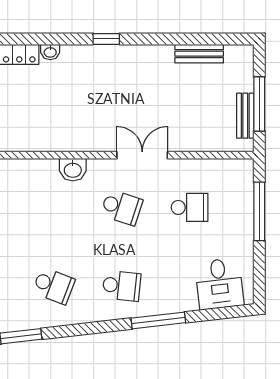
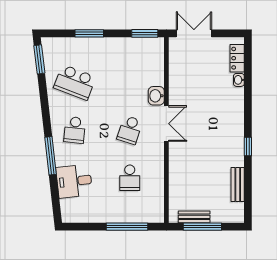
window: (106, 39) -> (248, 147), moved
double door: (142, 155) -> (166, 124), moved
desk: (219, 284) -> (74, 181), moved
school desk: (54, 286) -> (75, 82), width x1.85

